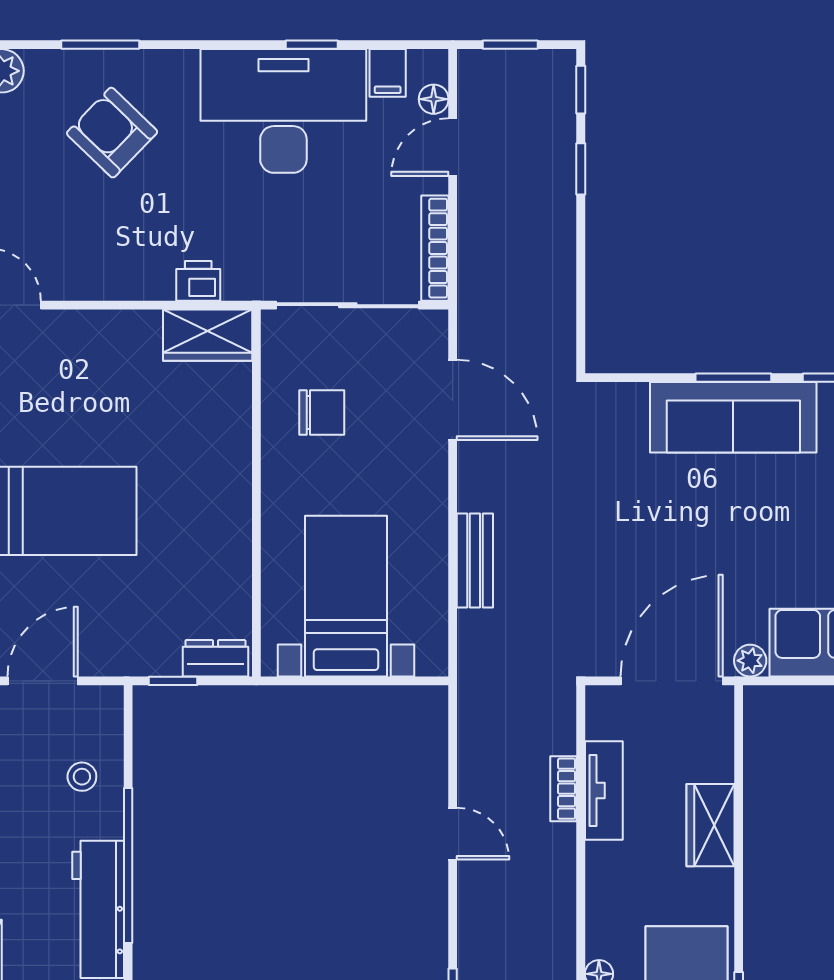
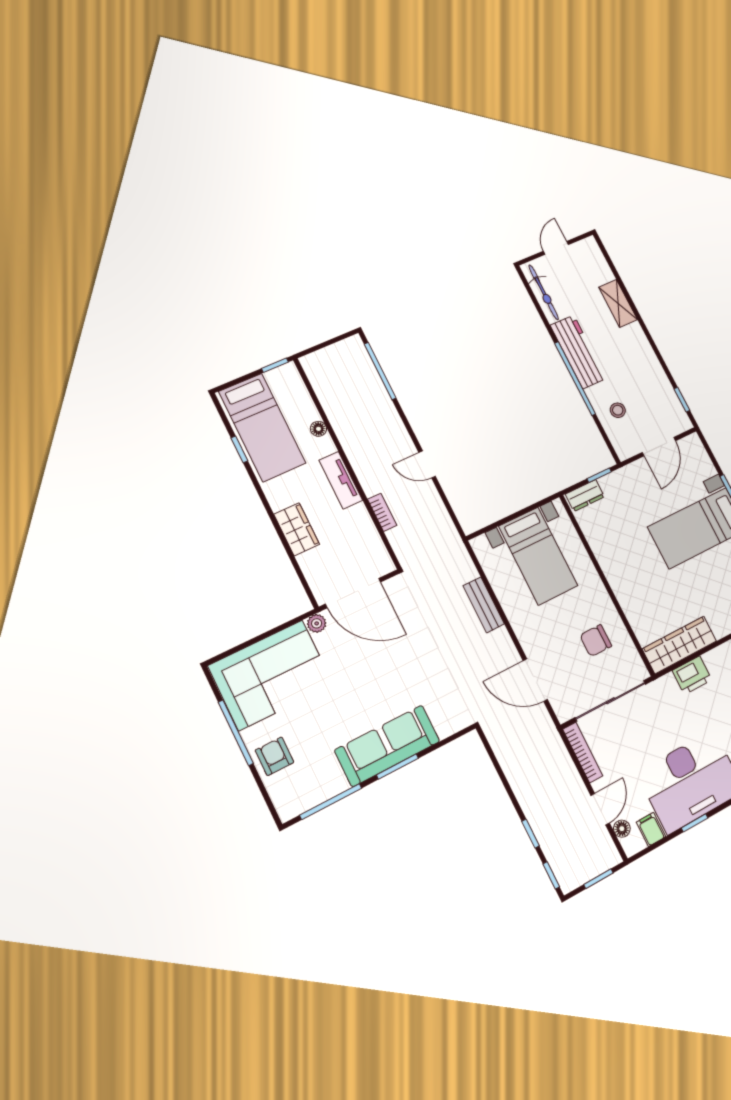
printer: (198, 281) -> (692, 675), width x1.36, depth x1.24
wardrobe: (208, 335) -> (679, 645), width x1.50
door: (672, 681) -> (353, 593), hinge flipped
tv unit: (604, 790) -> (341, 480), moved

